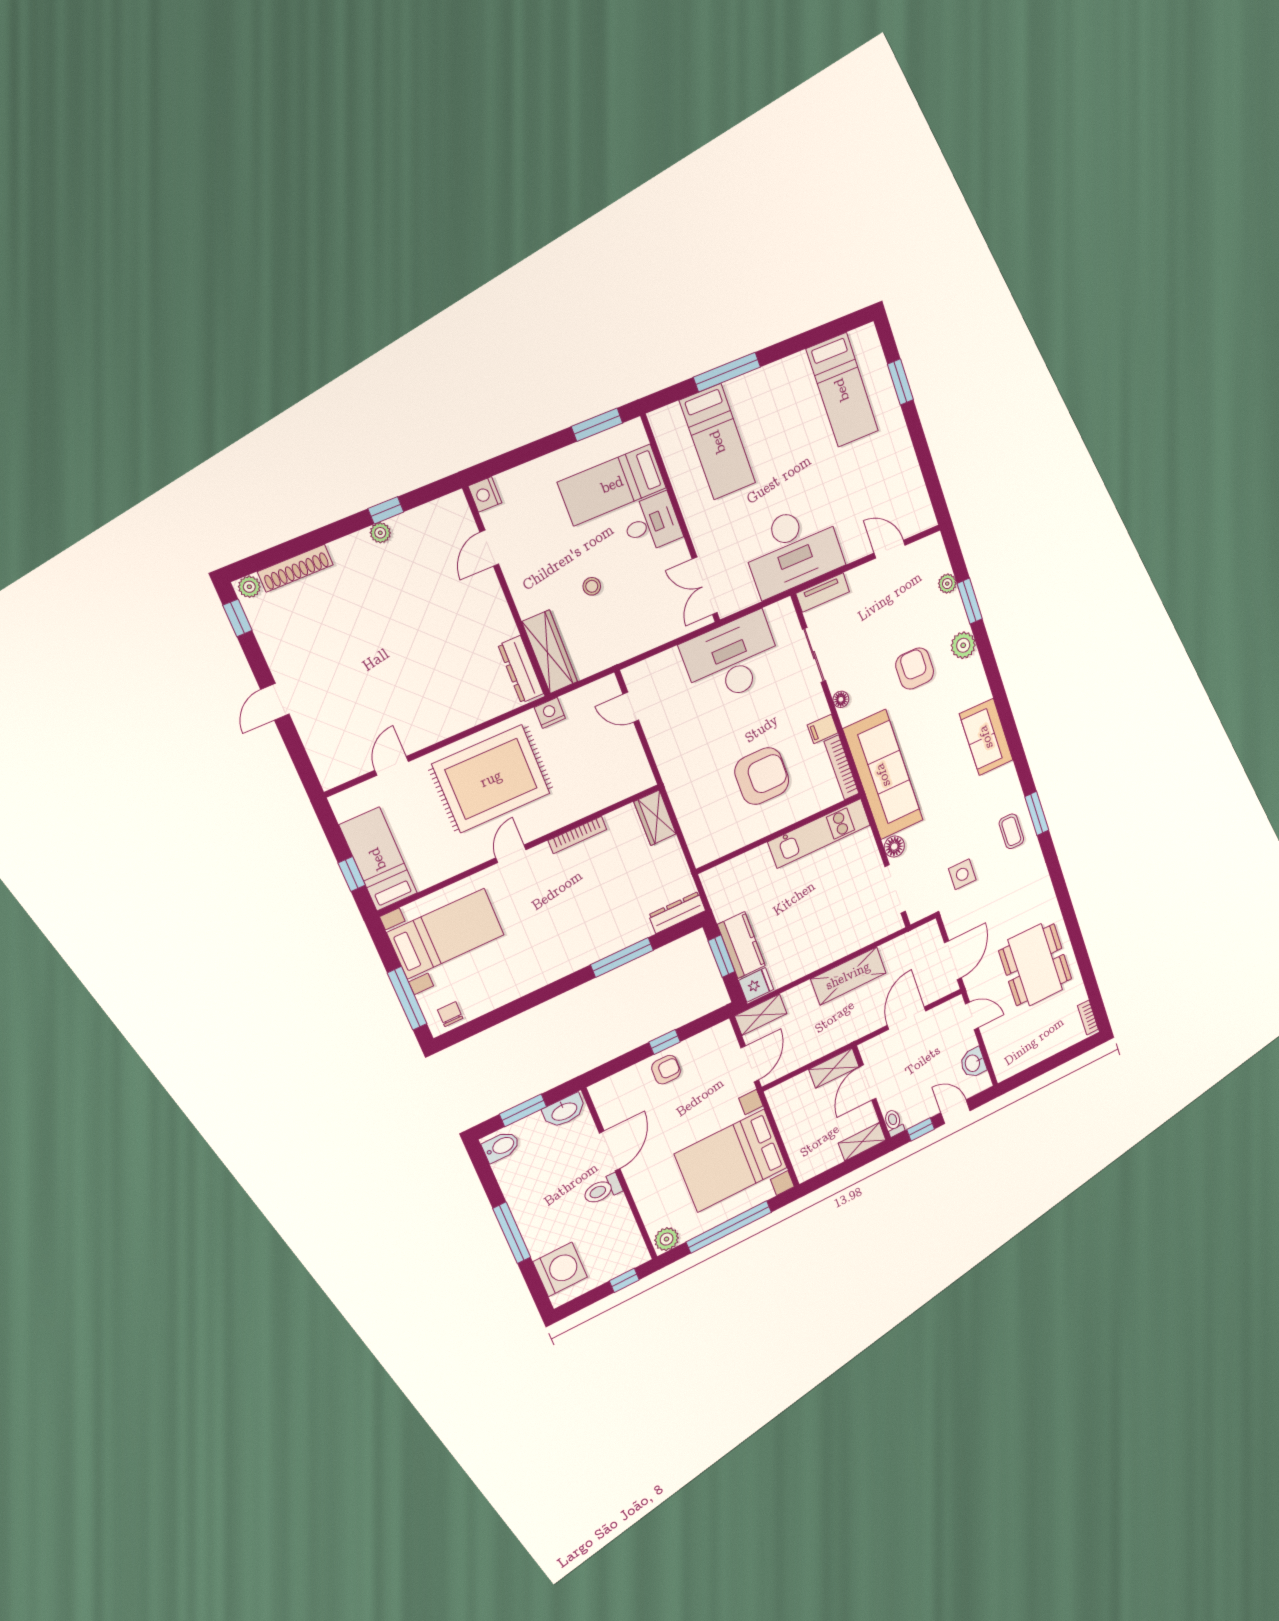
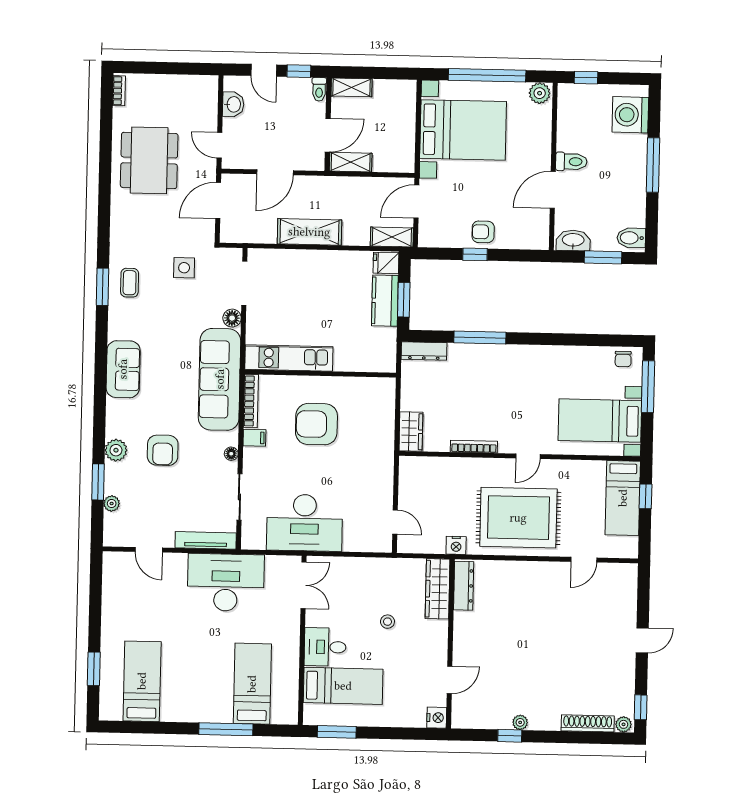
tv unit: (823, 593) -> (206, 540), width x1.41

